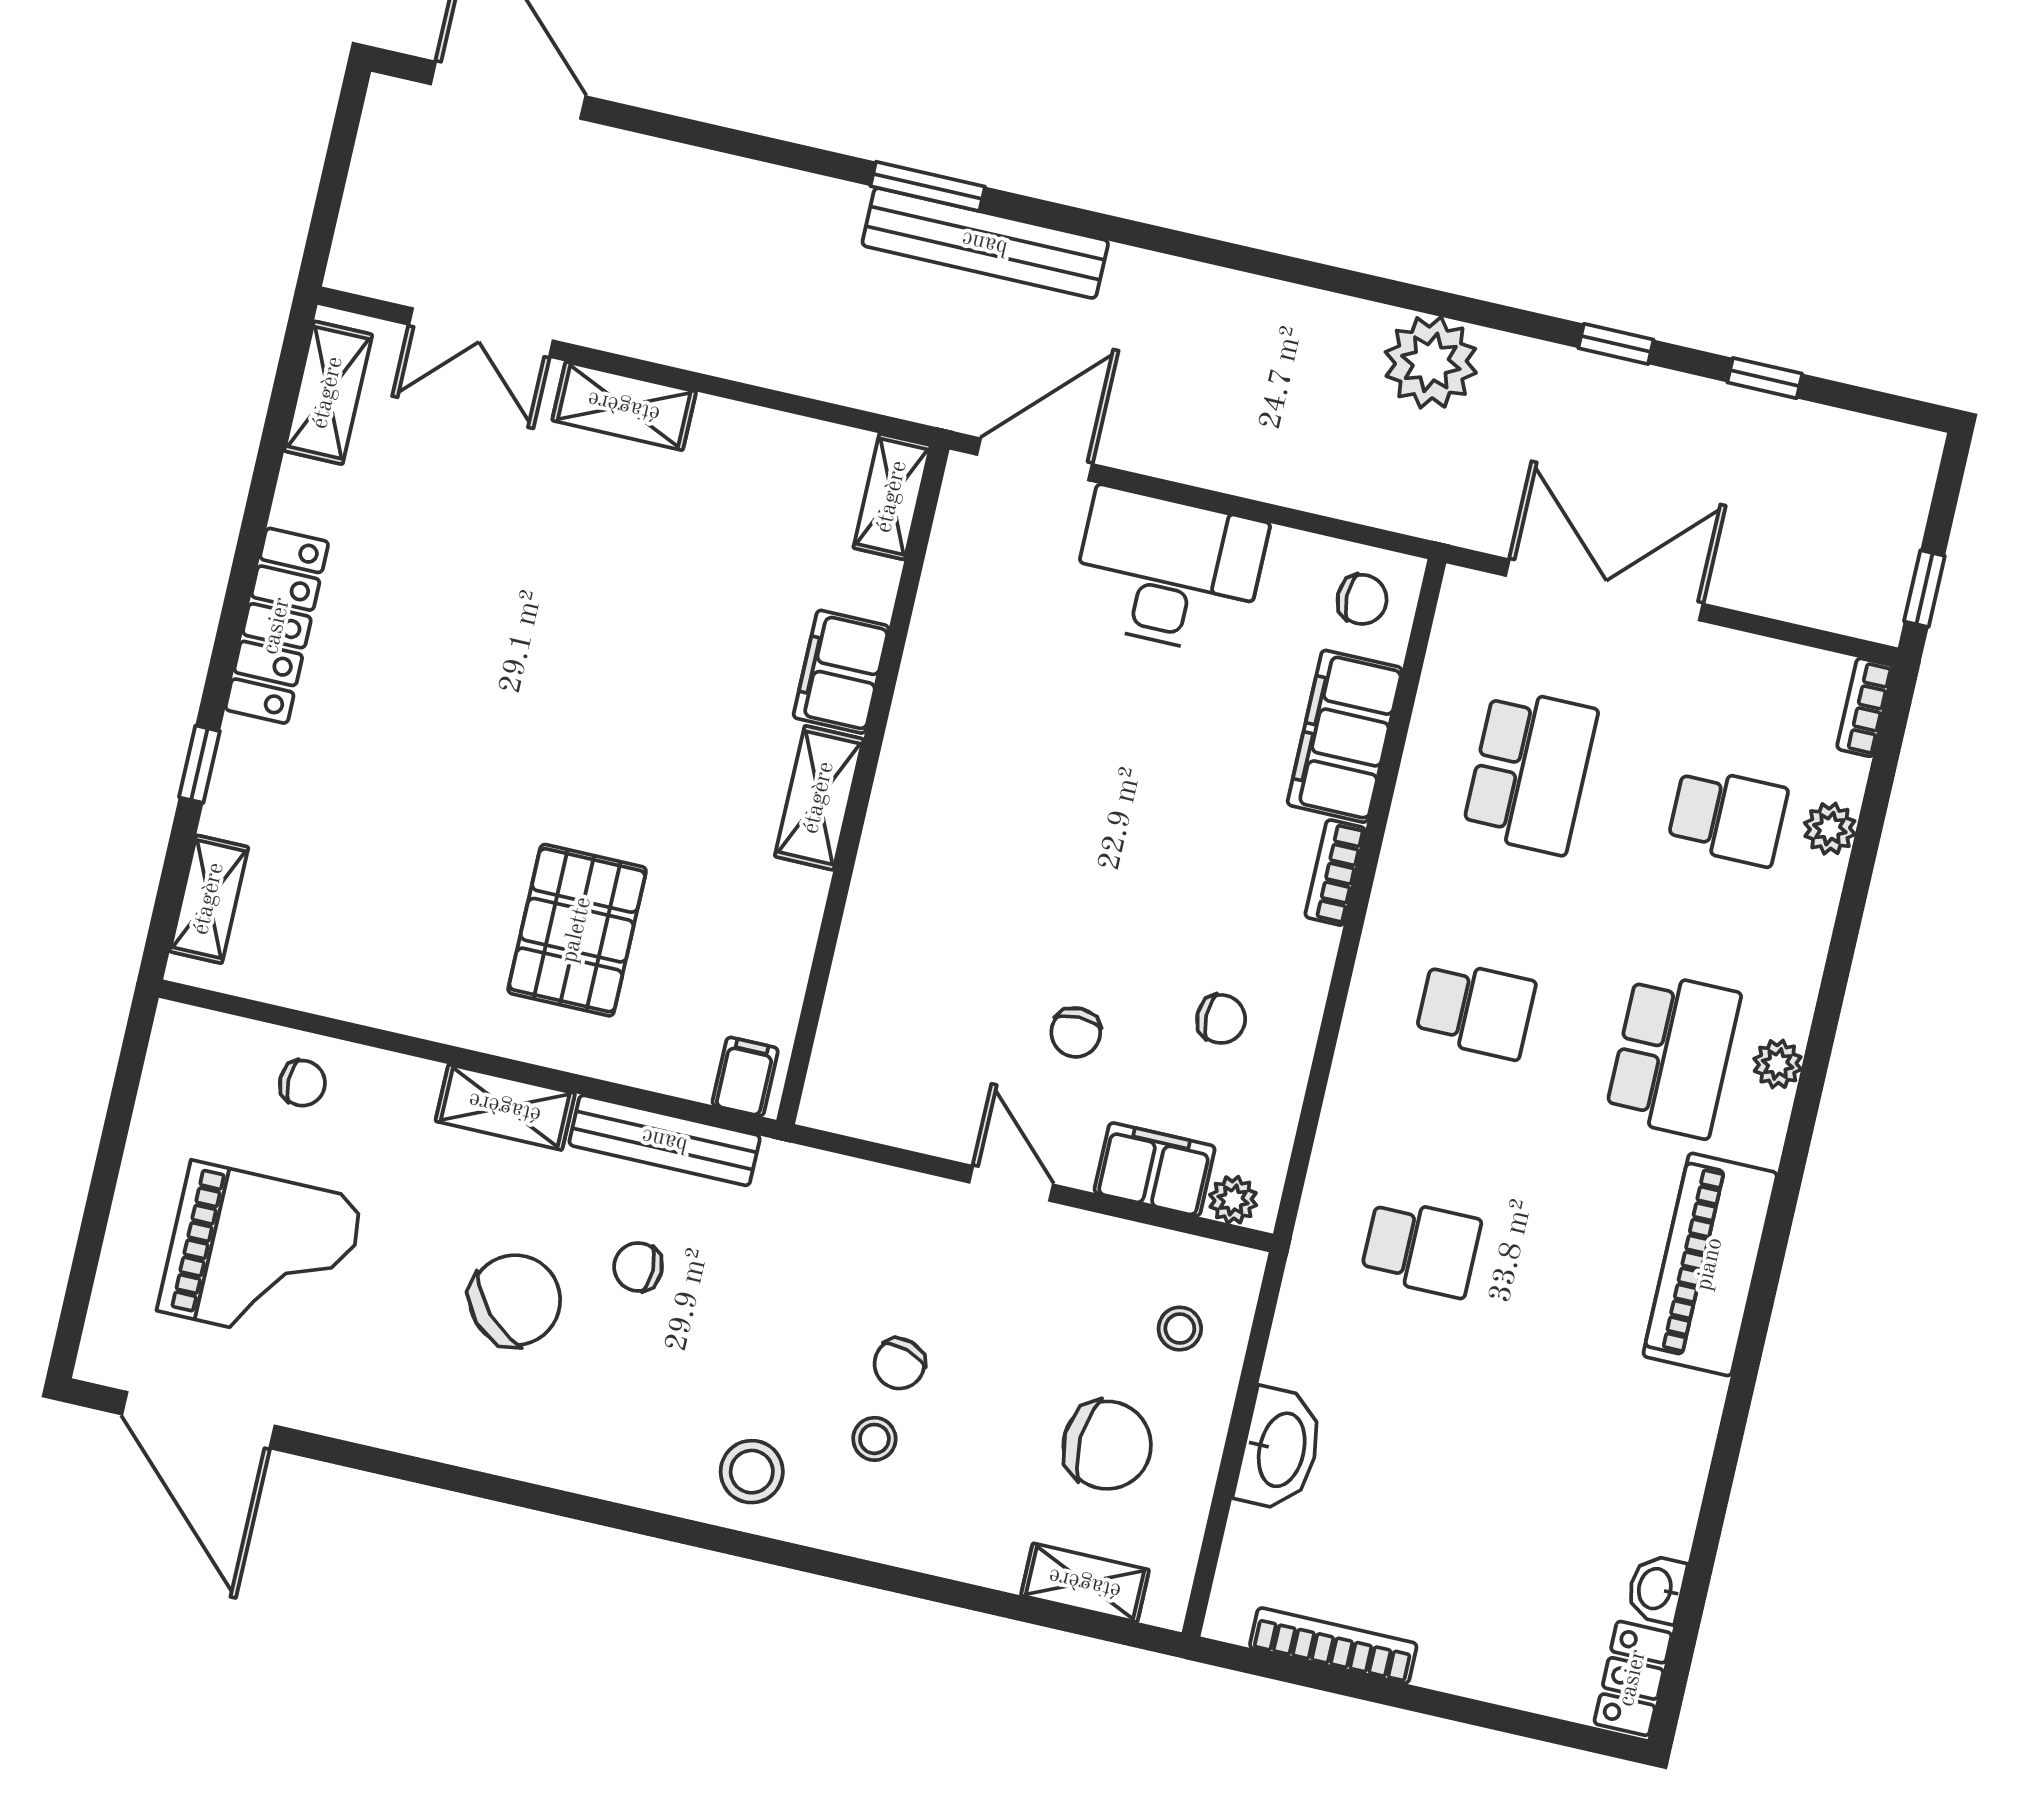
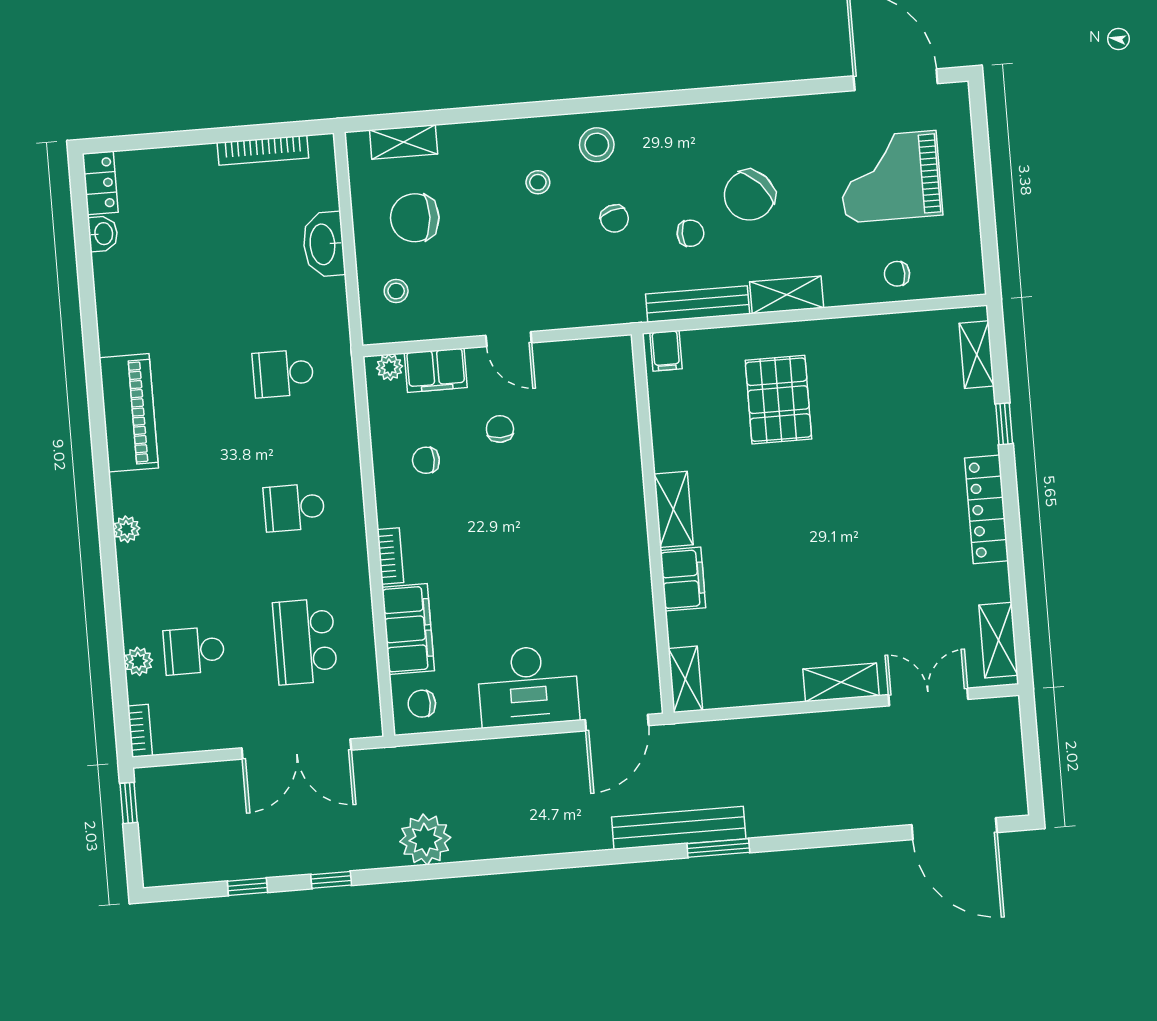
school desk: (1673, 1055) -> (183, 517), removed
chair: (899, 1364) -> (614, 219), moved, turned 145

